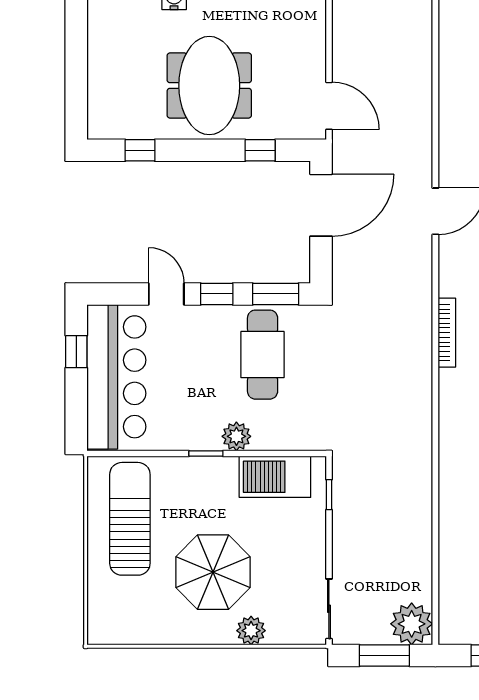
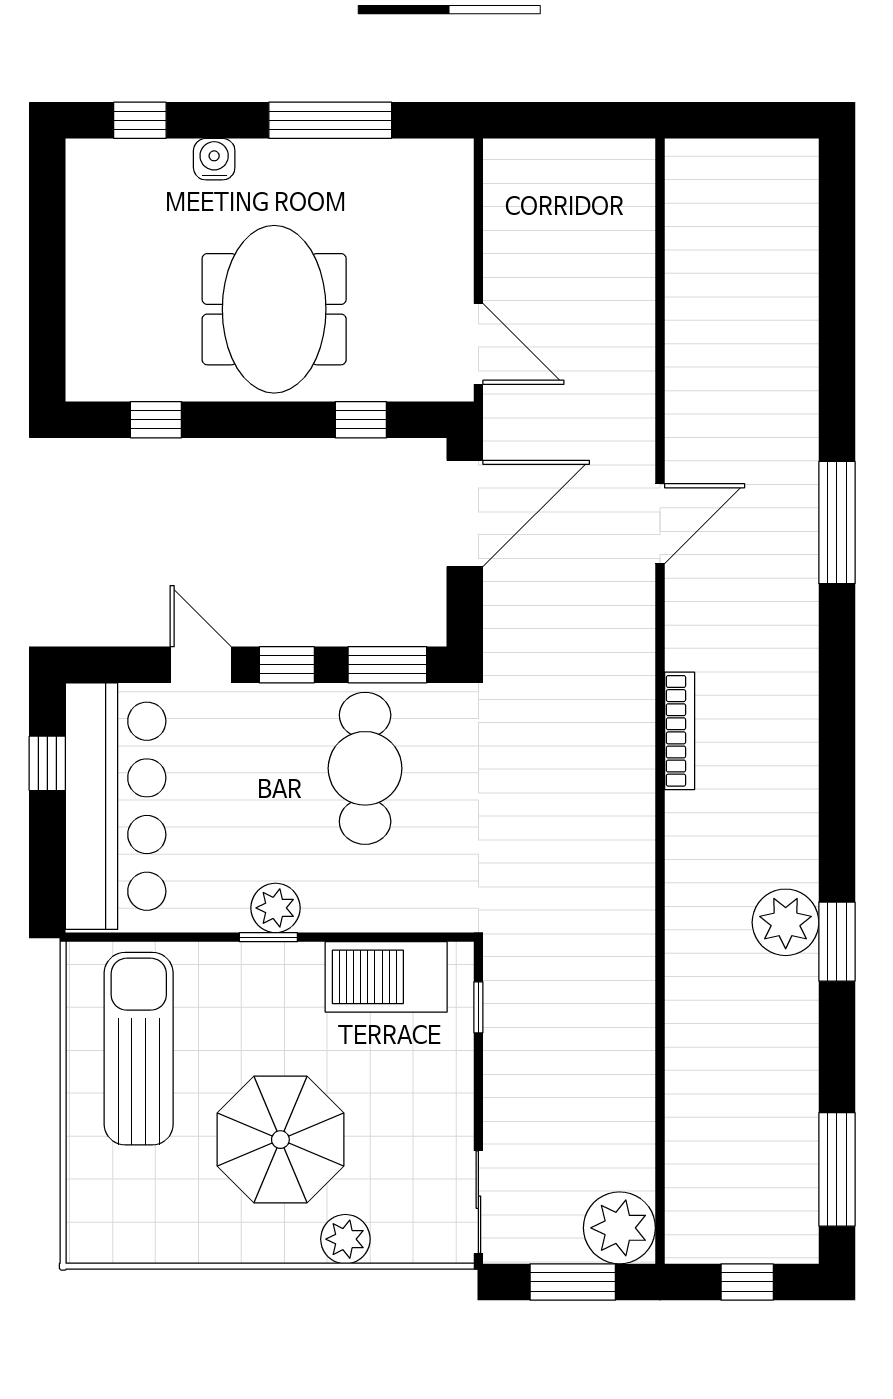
plant: (236, 436) -> (276, 908), moved

